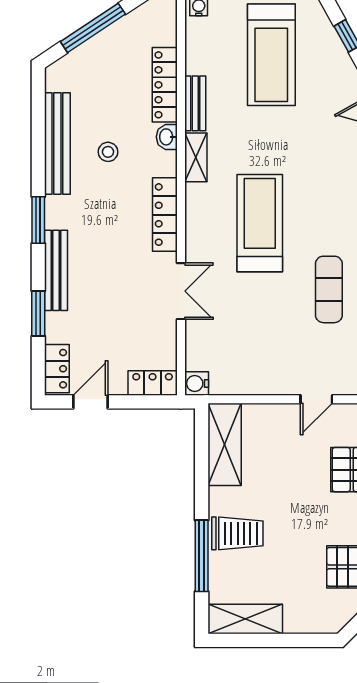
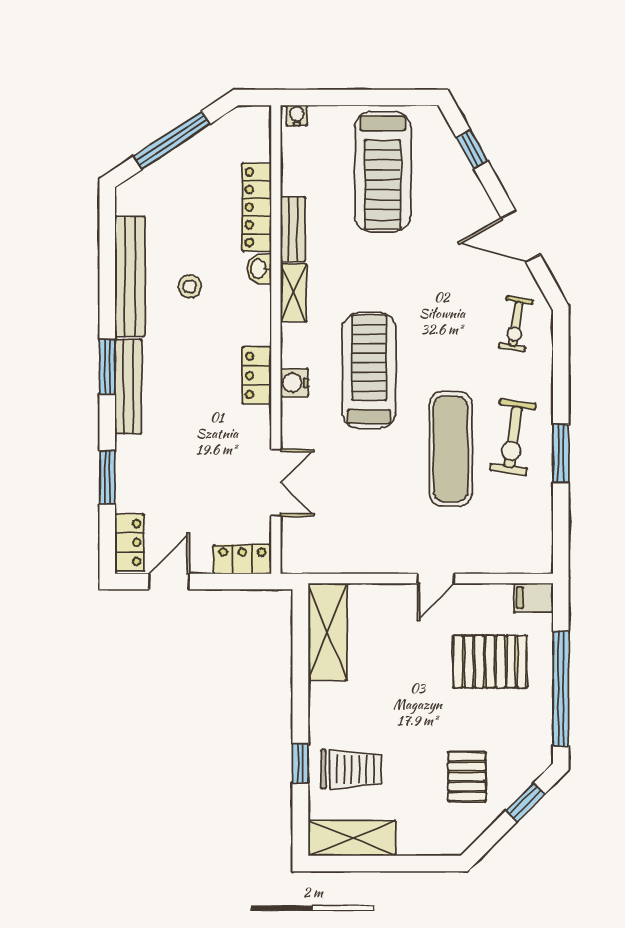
locker: (165, 215) -> (257, 375), width x0.66
bench: (56, 270) -> (128, 386), moved
exercise mat: (329, 289) -> (451, 449), width x1.36, depth x1.45
double door: (181, 291) -> (276, 483), moved
water cooler: (197, 383) -> (294, 383), moved
trolley: (237, 533) -> (351, 769), moved
window: (202, 556) -> (300, 764), width x0.46

